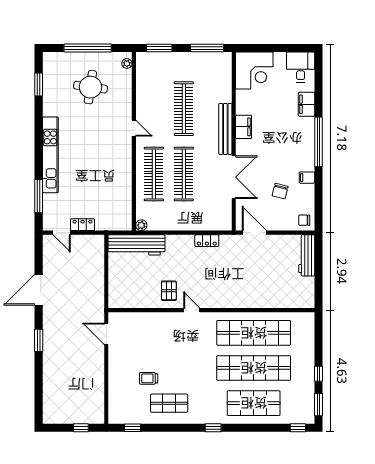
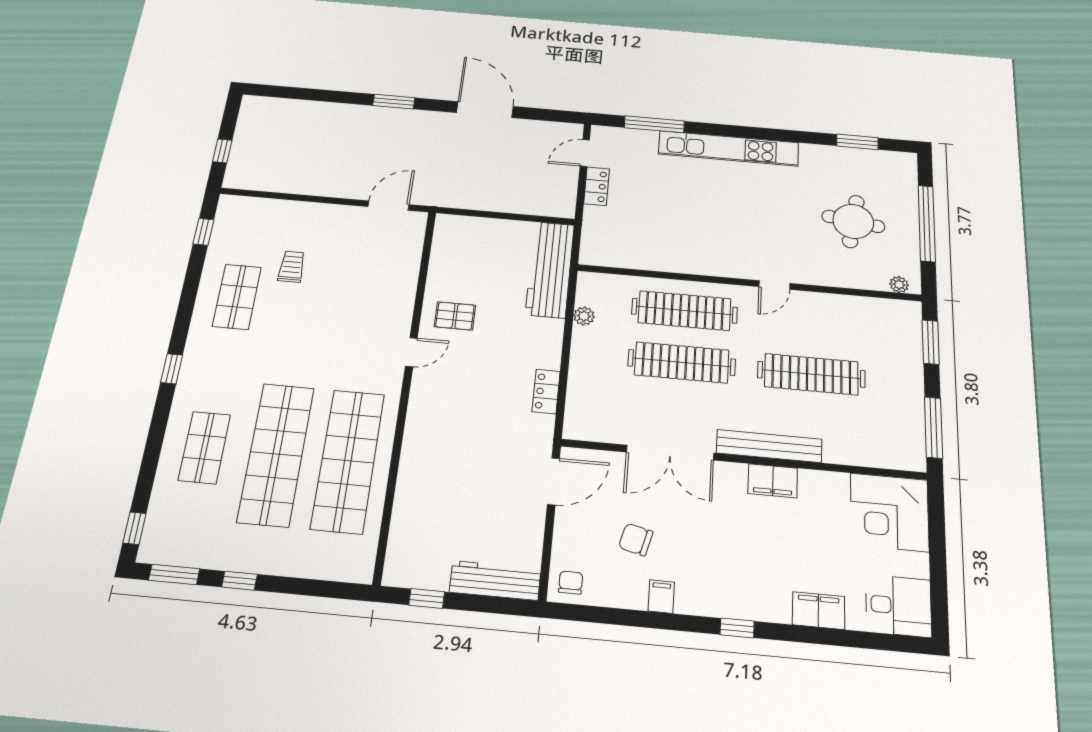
window: (318, 142) -> (737, 628), width x0.32
plant: (141, 225) -> (584, 316), moved
window: (318, 286) -> (427, 598), added
shop shelf: (254, 403) -> (204, 447), width x0.70, depth x0.74

